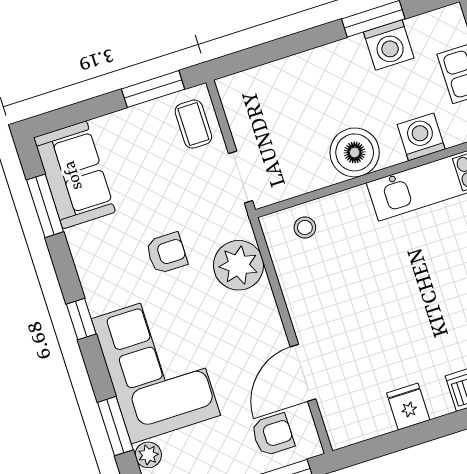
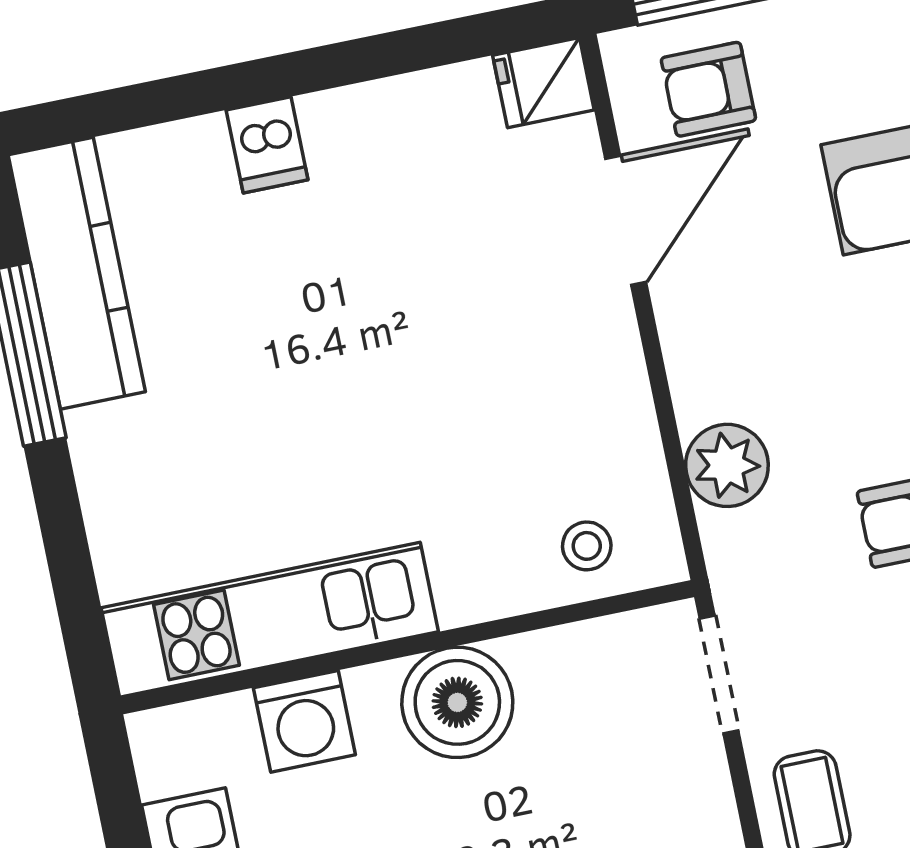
plant: (239, 265) -> (727, 465), width x0.73, depth x0.73
fridge: (408, 407) -> (543, 83), moved, turned 90

